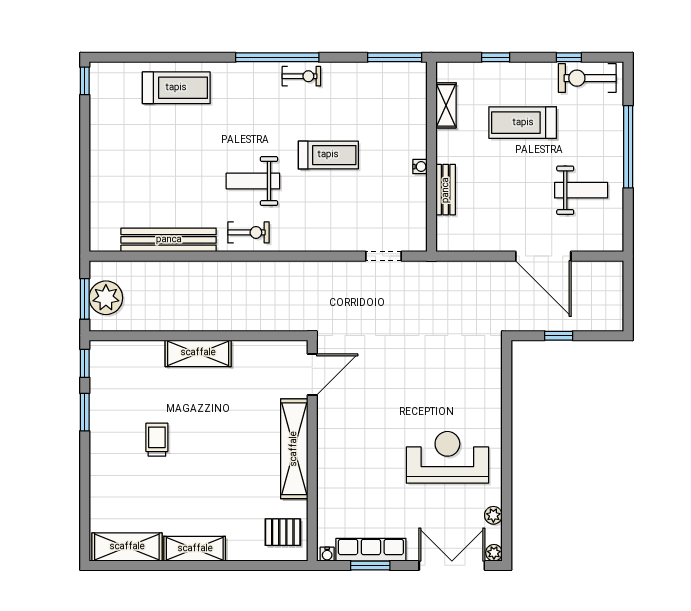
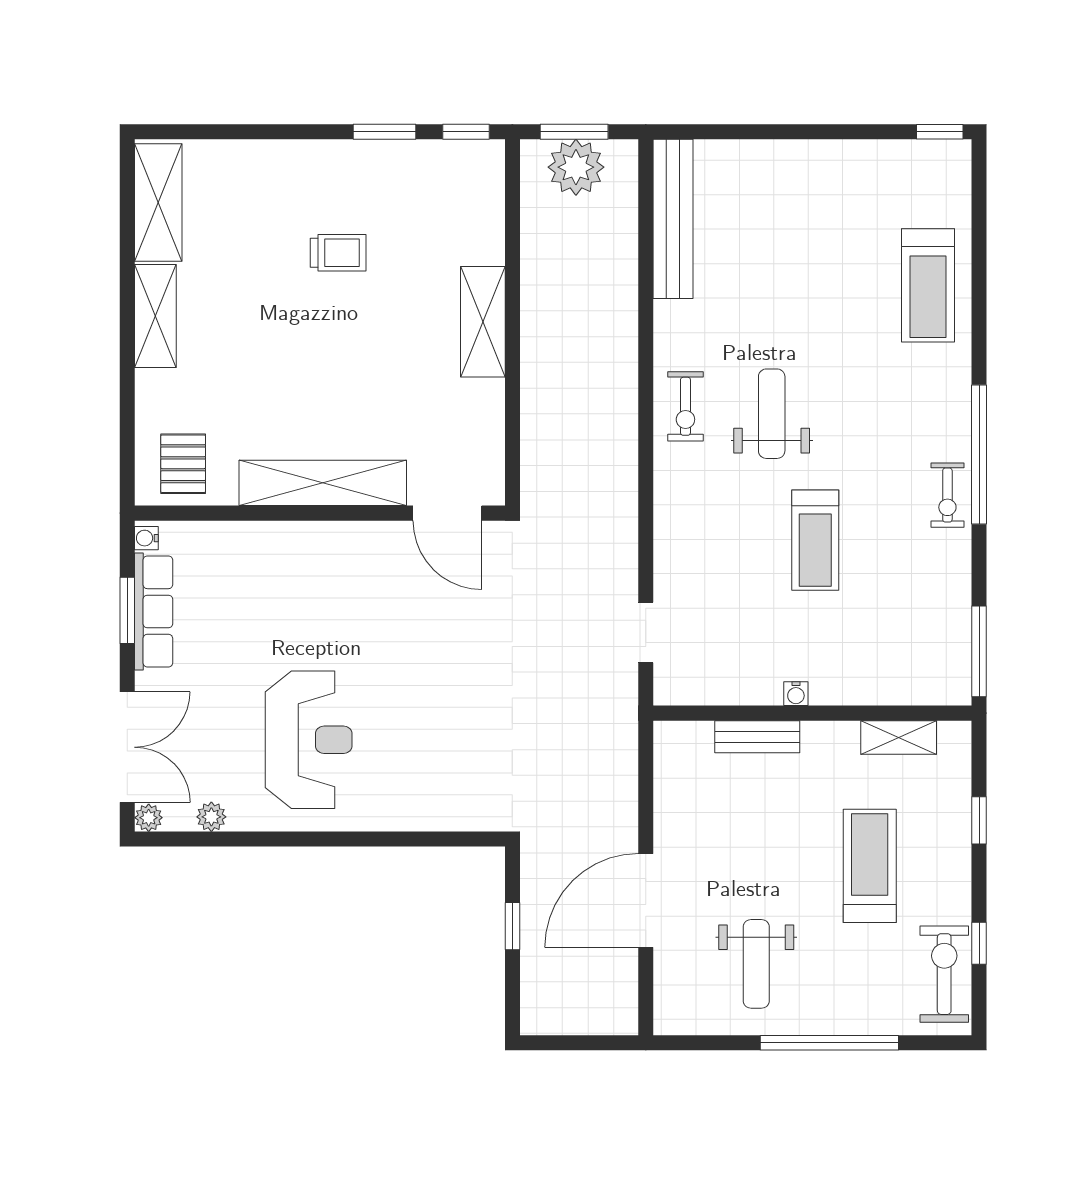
bench: (169, 240) -> (673, 219), moved

